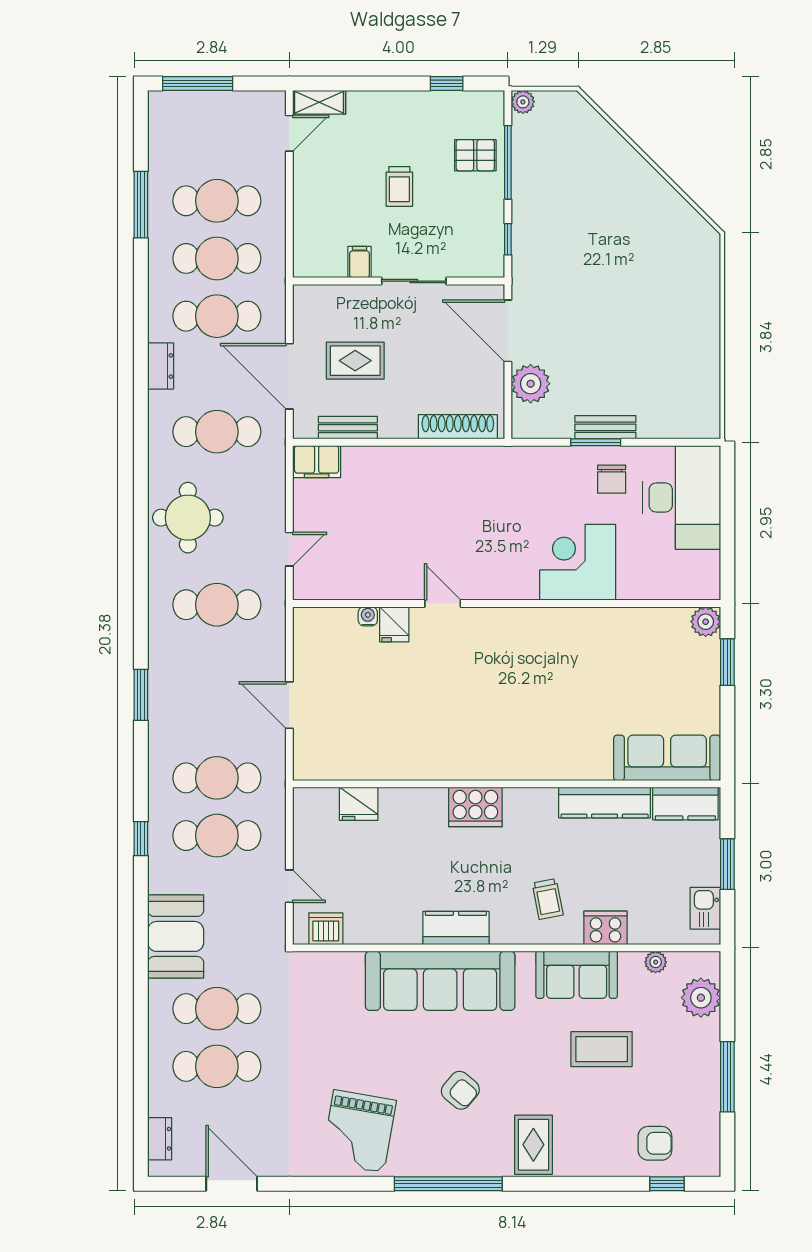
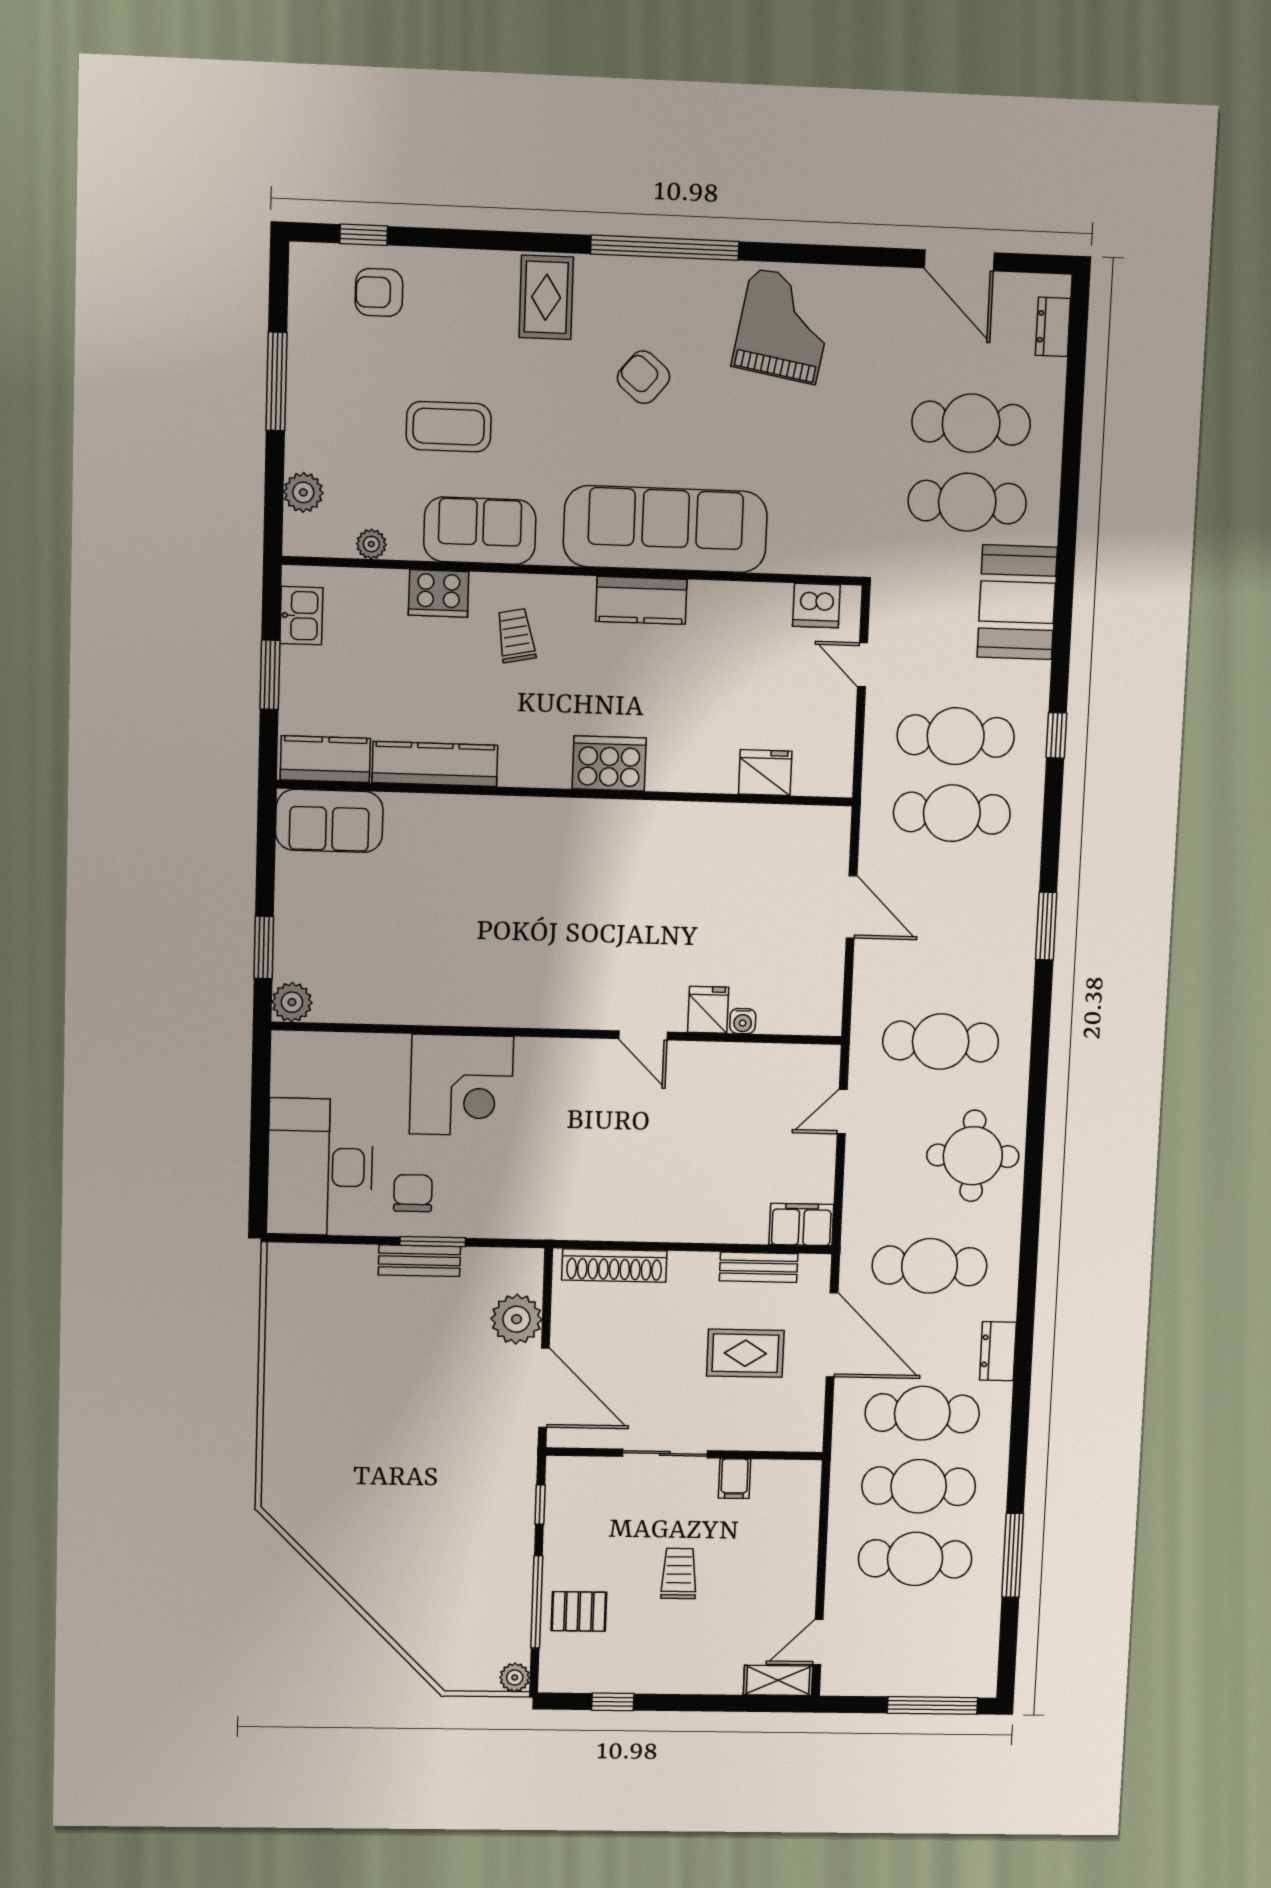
sofa: (667, 758) -> (329, 821), width x0.73
plant: (701, 998) -> (303, 492), width x0.73, depth x0.73

